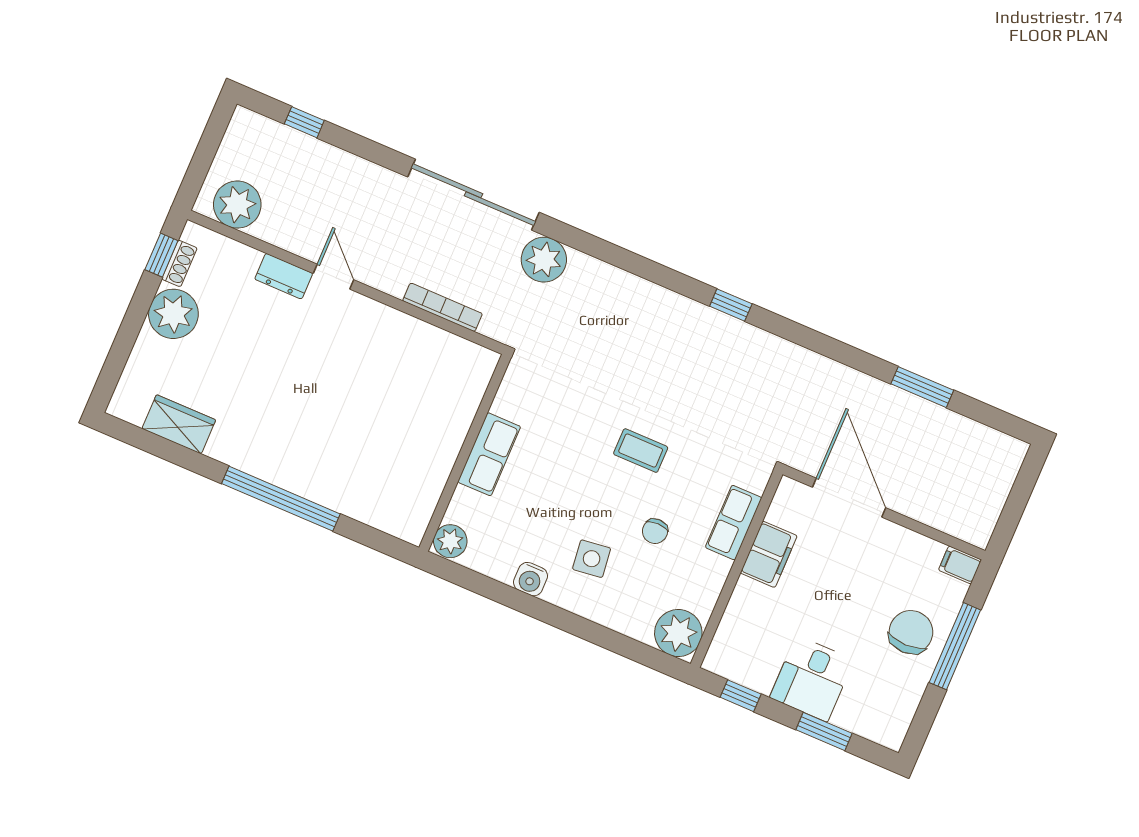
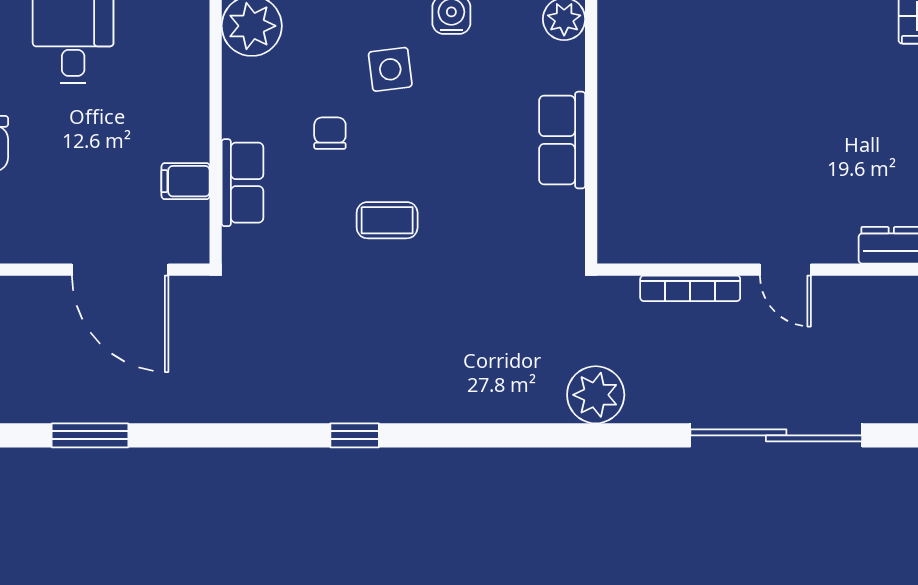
sliding door: (473, 195) -> (776, 435), moved
door: (334, 277) -> (785, 270), moved
filing cabinet: (769, 554) -> (186, 181), width x0.50

